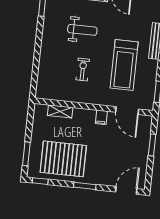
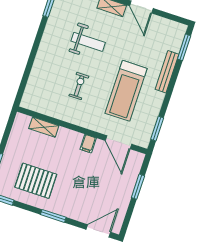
pallet: (63, 159) -> (36, 181), width x0.73, depth x0.71

